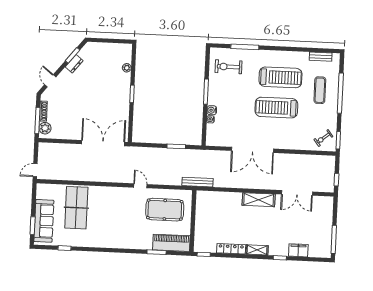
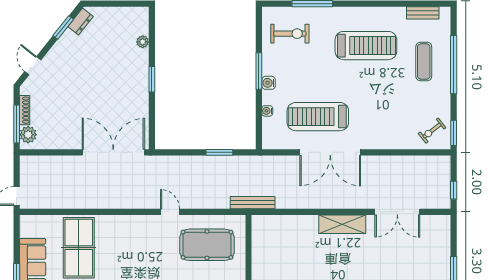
dresser: (74, 64) -> (81, 21), moved
exercise bike: (228, 67) -> (290, 34), turned 180
treadmill: (276, 108) -> (318, 117), moved
water cooler: (212, 110) -> (269, 83), moved

